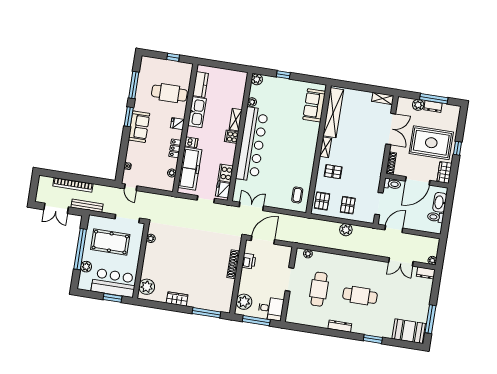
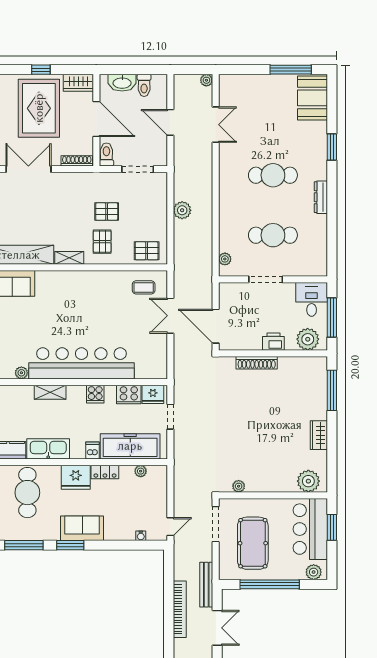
fridge: (177, 124) -> (76, 477), width x1.88, depth x1.34
cooker: (232, 137) -> (95, 394), moved
pallet: (348, 205) -> (107, 212), moved
double door: (251, 206) -> (170, 316), moved
door: (394, 229) -> (170, 122), moved
printer: (249, 261) -> (273, 342), moved
plant: (86, 267) -> (314, 572), moved
dresser: (426, 273) -> (226, 87), removed
cafe table: (360, 296) -> (273, 175), turned 90

